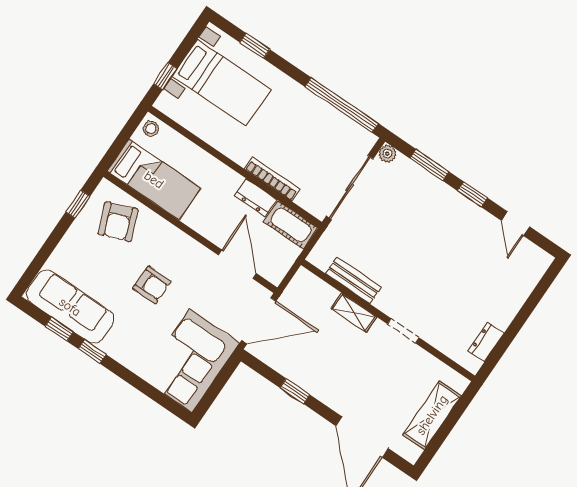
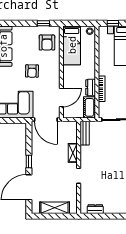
armchair: (118, 222) -> (47, 43), turned -69
bench: (353, 280) -> (85, 133), moved
window: (295, 391) -> (29, 161), moved

